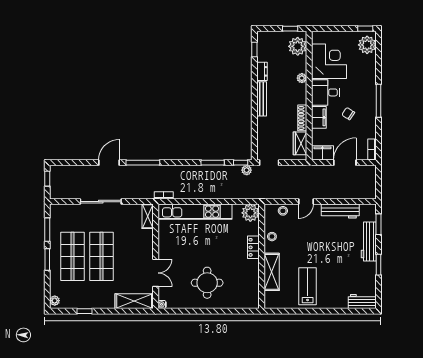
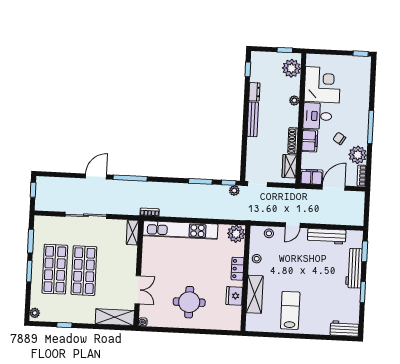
plant: (367, 45) -> (358, 155), moved
fridge: (251, 274) -> (234, 296), added

